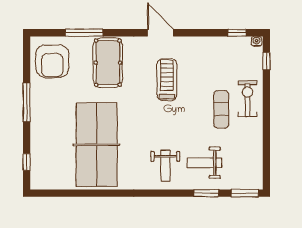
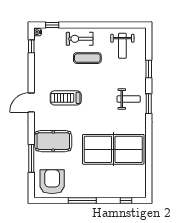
armchair: (52, 61) -> (52, 182), turned -90
weight bench: (204, 163) -> (122, 46), moved
window: (245, 193) -> (149, 104), moved

